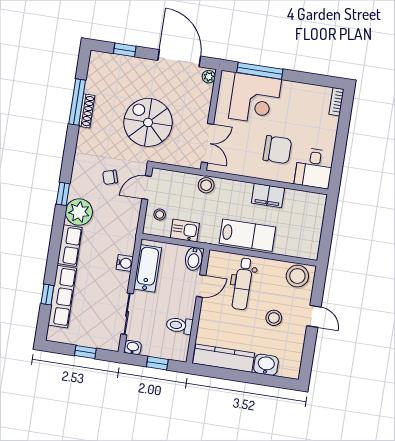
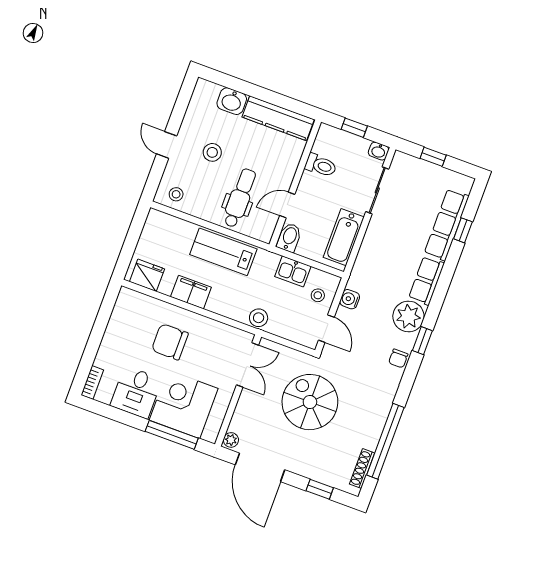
window: (77, 102) -> (385, 441), width x1.46
shoe rack: (87, 111) -> (362, 469), moved
spiral stairs: (148, 122) -> (310, 402), turned 180
double door: (208, 143) -> (247, 365), swing flipped
desk: (314, 168) -> (136, 392), moved, turned 180
chair: (110, 177) -> (398, 358), moved, turned 107
door: (147, 188) -> (326, 329), hinge flipped
fridge: (308, 202) -> (147, 275), added
water cooler: (125, 263) -> (350, 299), moved
stool: (297, 276) -> (176, 194), width x0.53, depth x0.53

